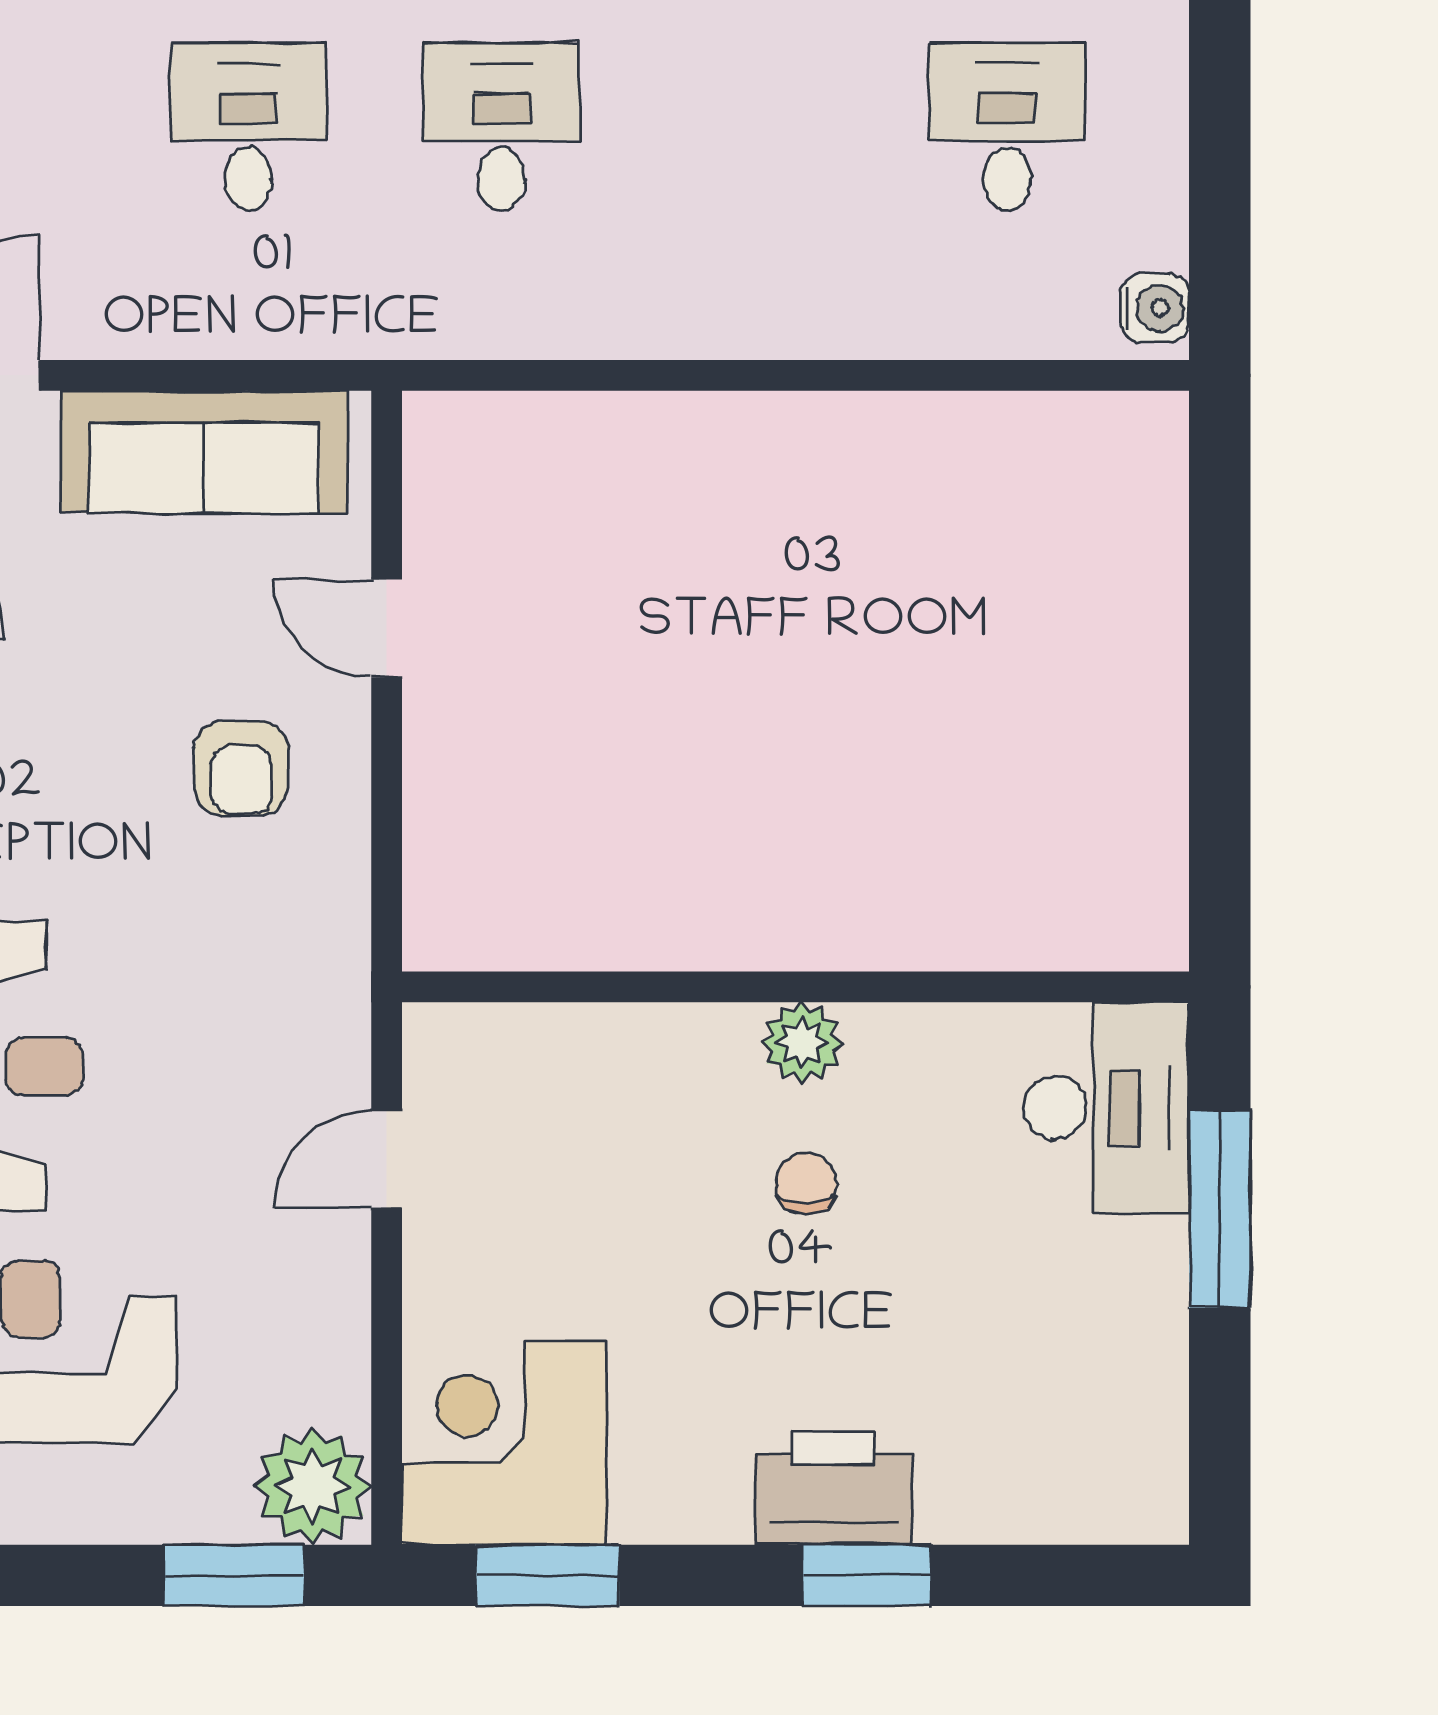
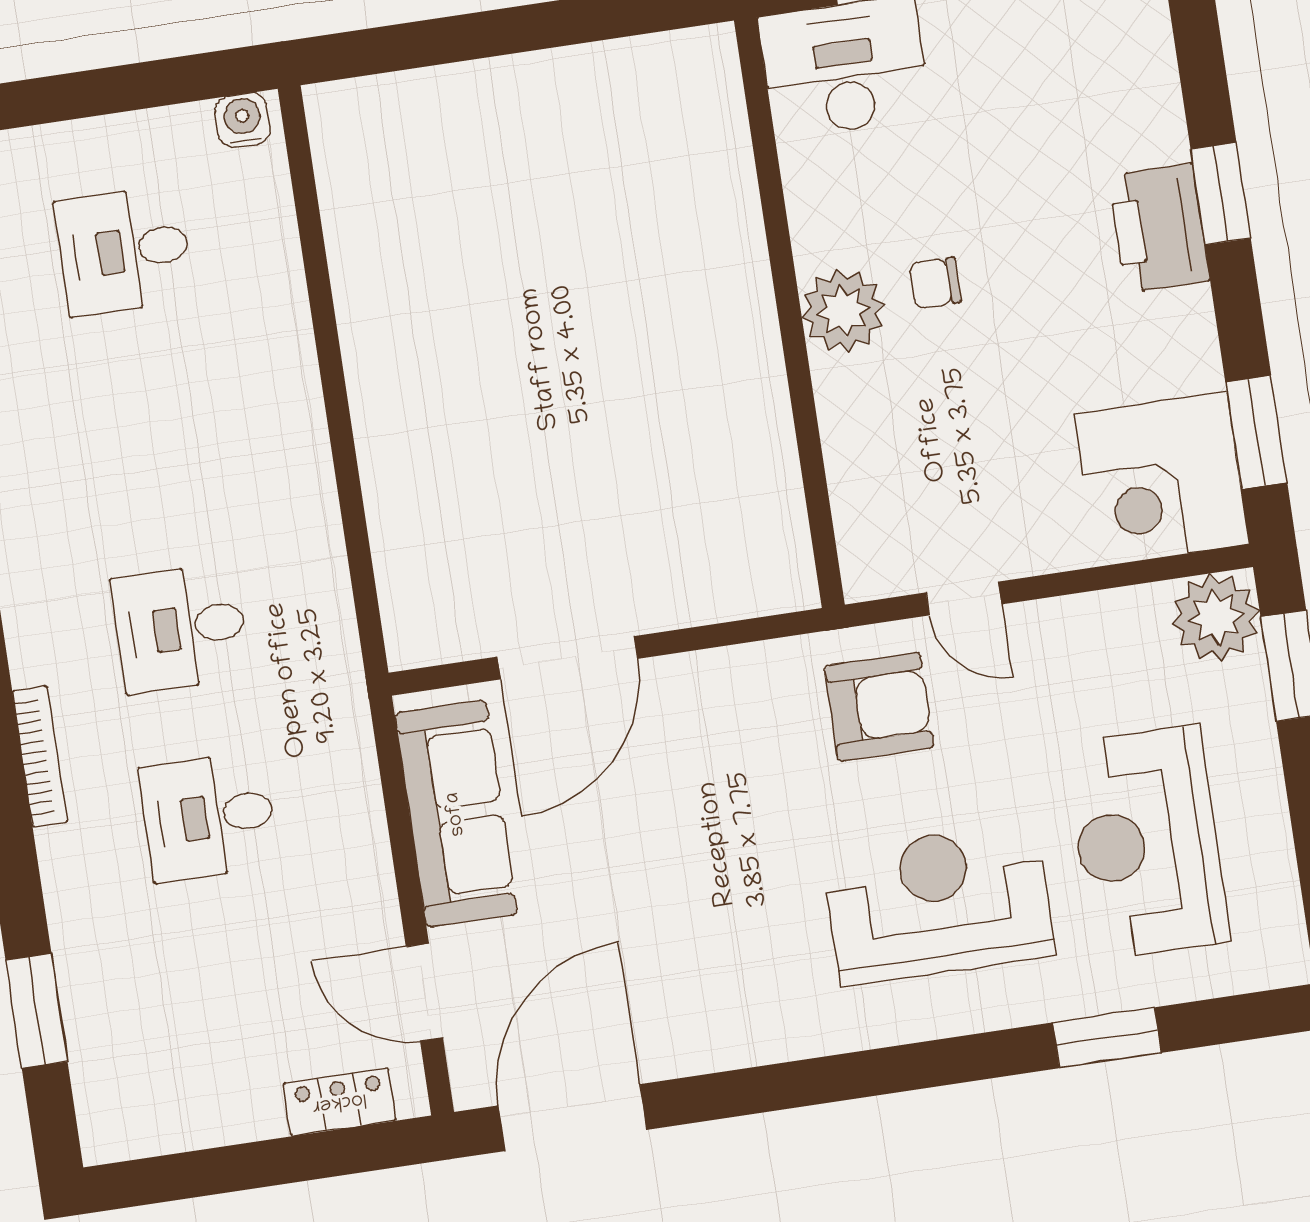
door: (387, 628) -> (567, 658), width x1.87
armchair: (241, 769) -> (879, 707), moved, width x1.38, depth x1.38
plant: (802, 1043) -> (843, 311), width x1.36, depth x1.36

